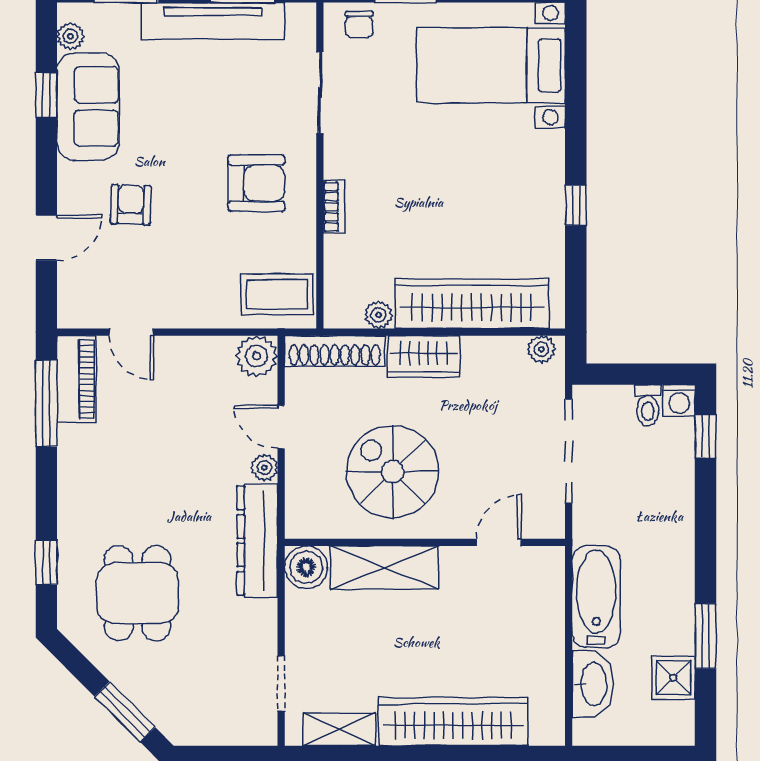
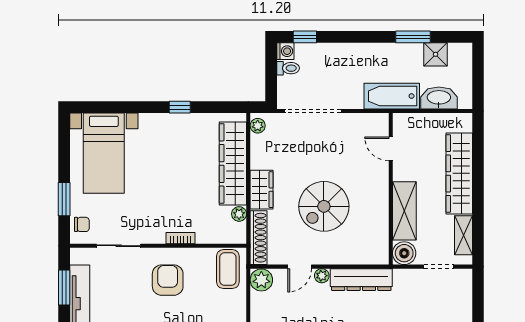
wall: (425, 542) -> (391, 189), moved
door: (499, 542) -> (391, 149), moved
boiler: (306, 567) -> (404, 253), moved
shelving: (384, 568) -> (404, 211), moved

